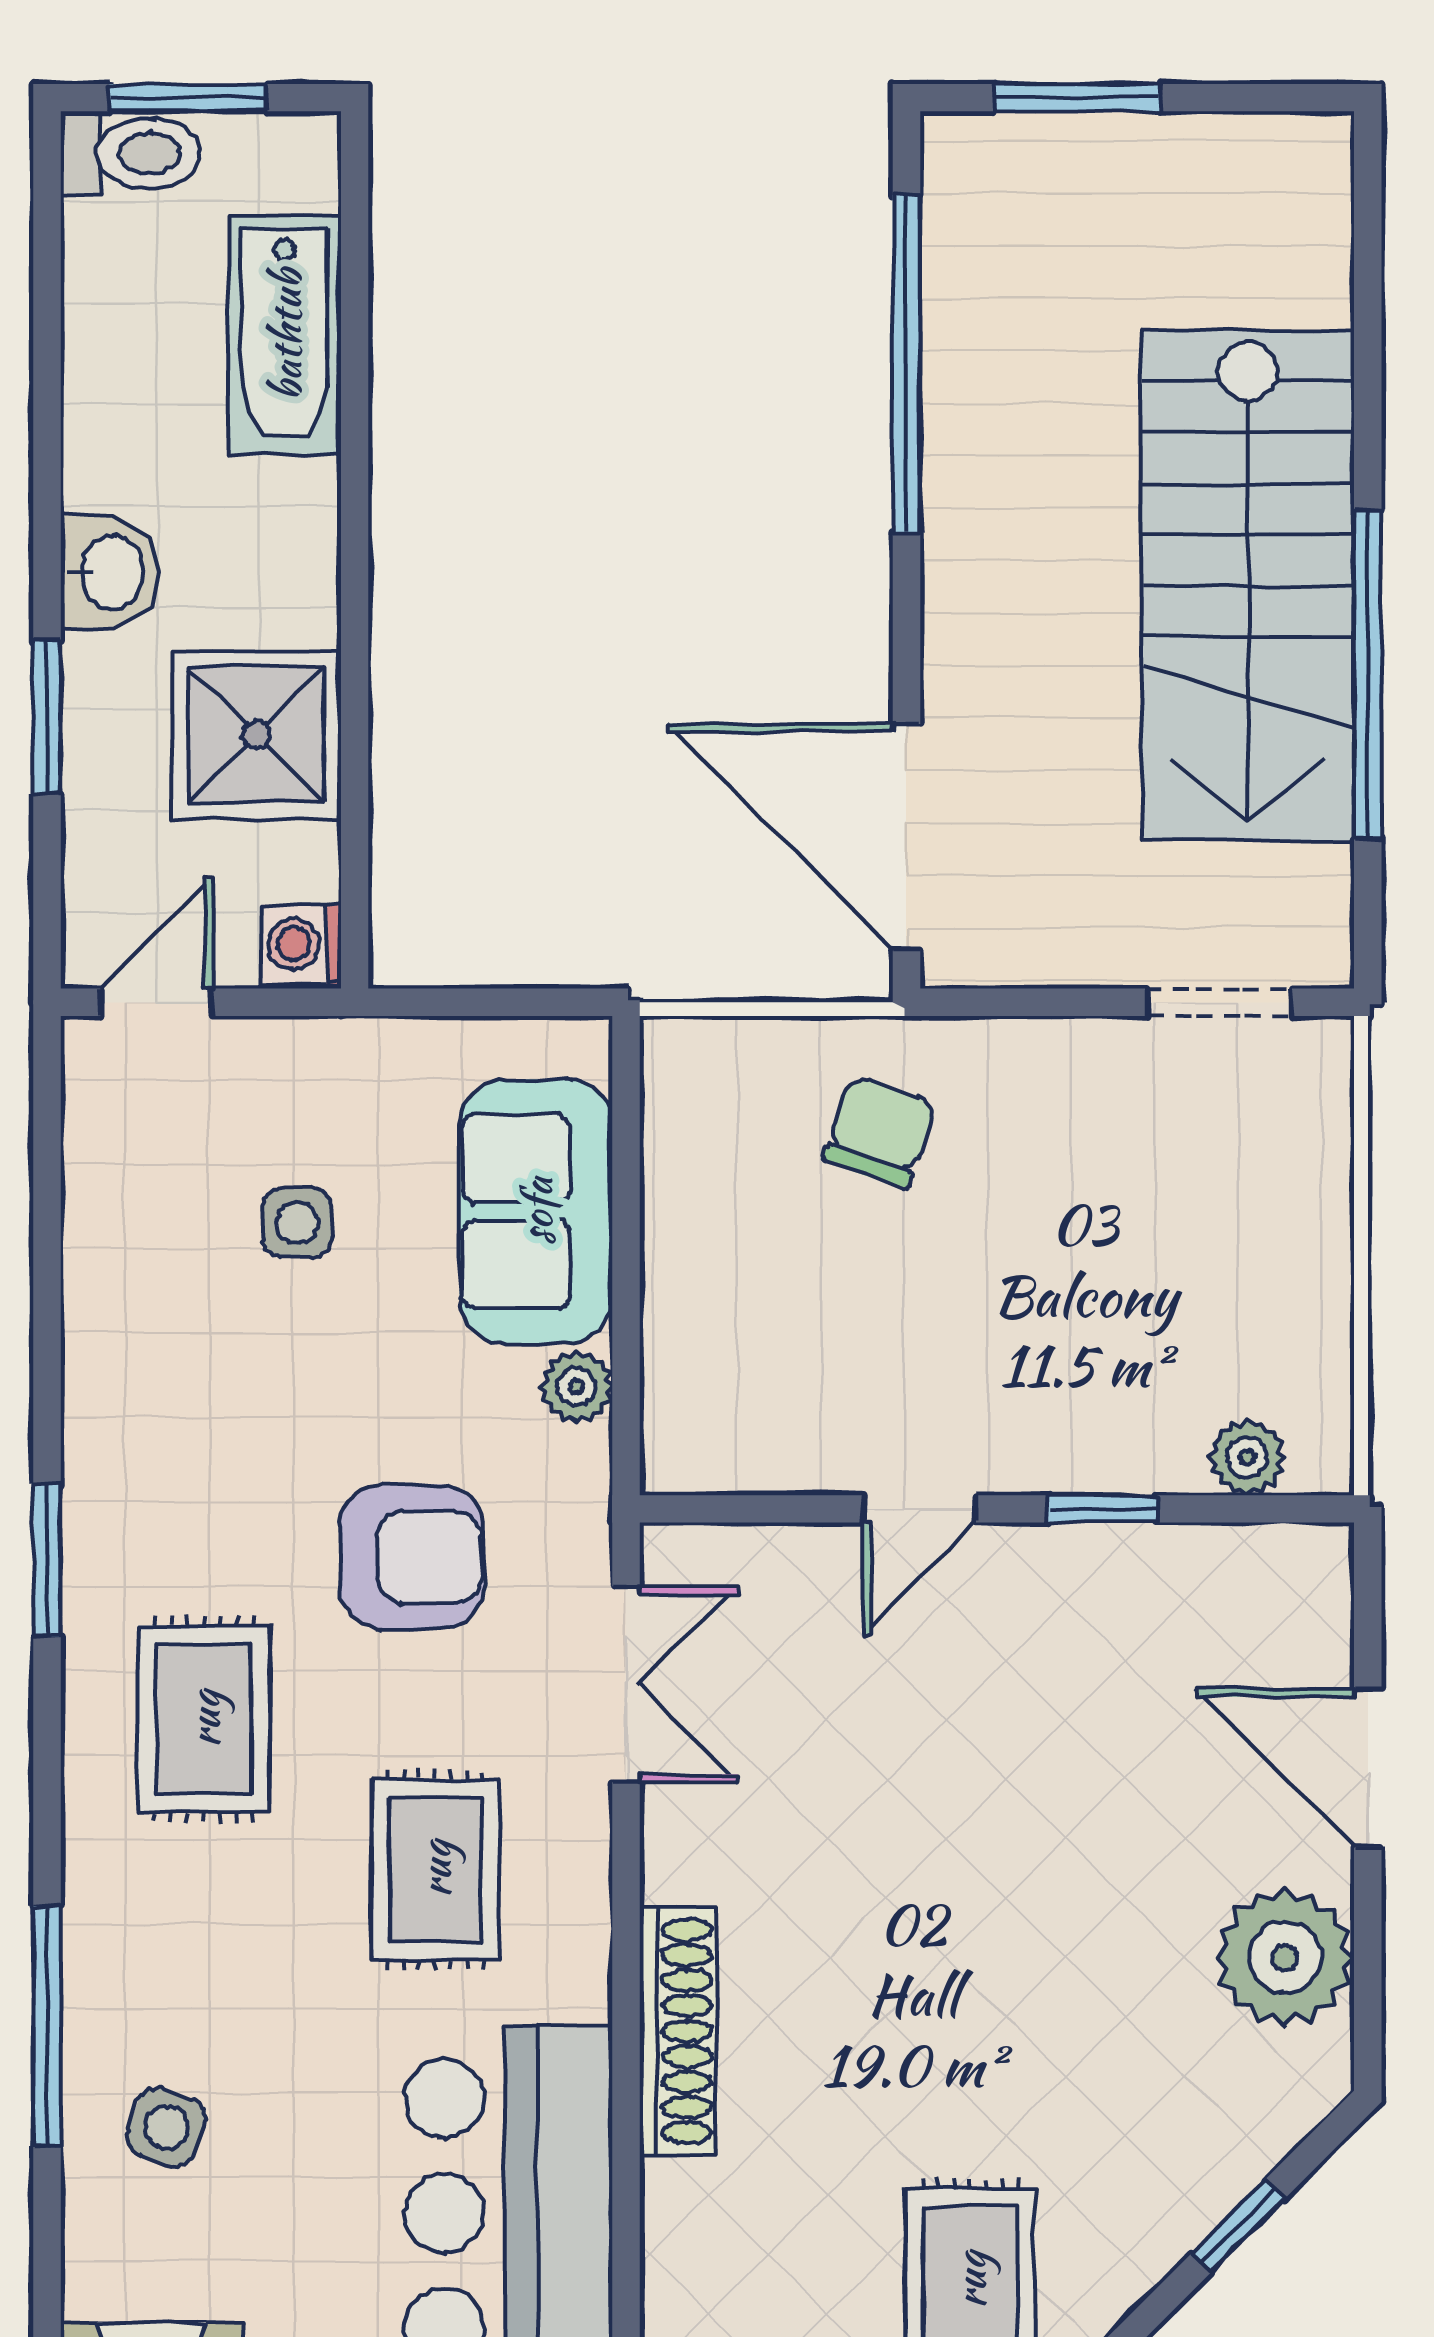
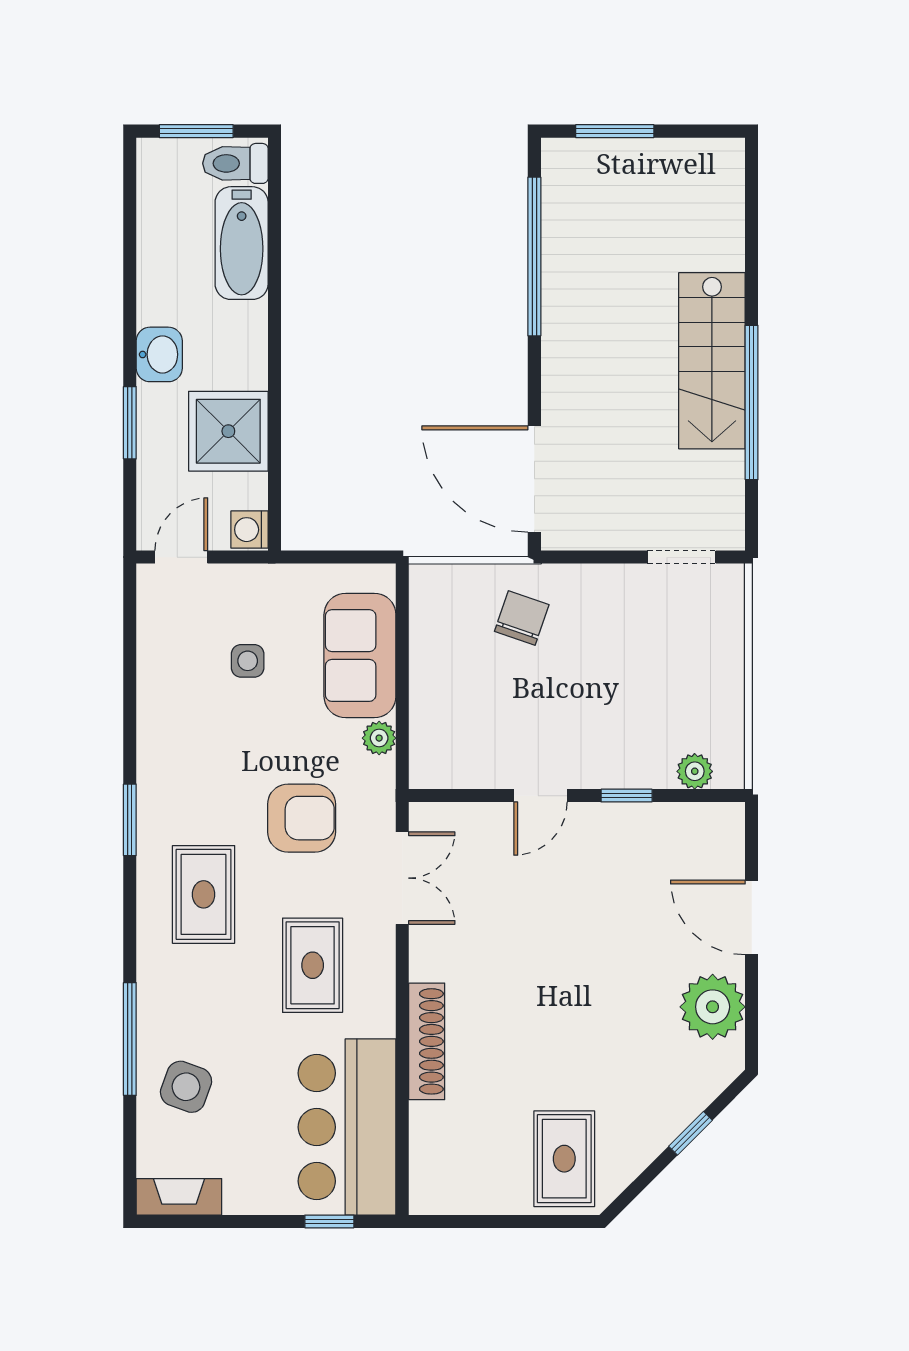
toilet: (130, 154) -> (235, 163), moved, turned 180
stairs: (1248, 585) -> (712, 361), width x0.73, depth x0.66
side table: (166, 2127) -> (186, 1087), width x1.37, depth x1.37

